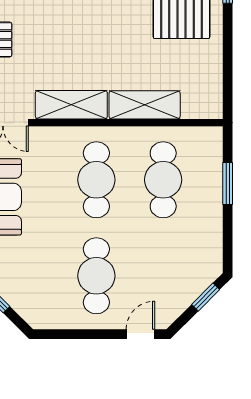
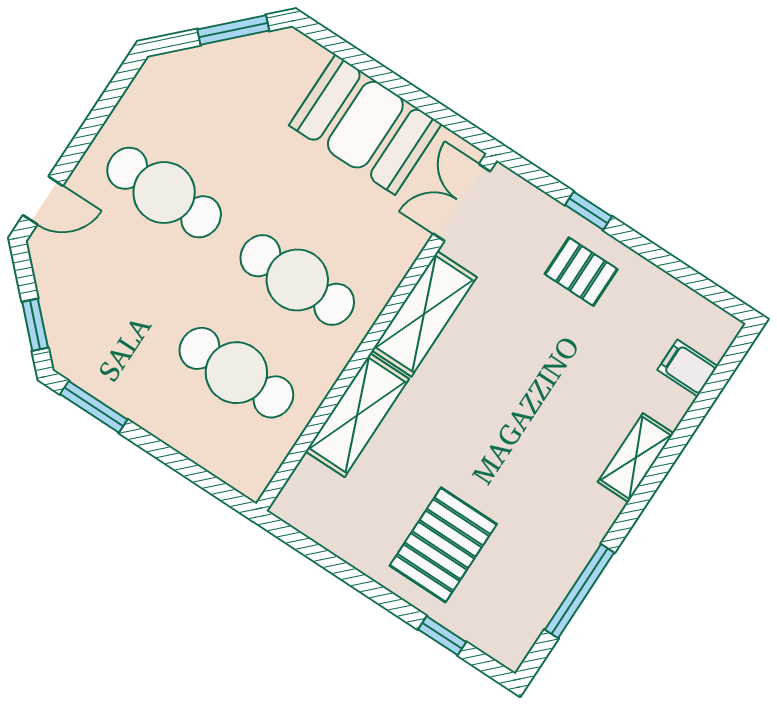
window: (228, 184) -> (94, 407), moved
door: (140, 334) -> (43, 200), hinge flipped

